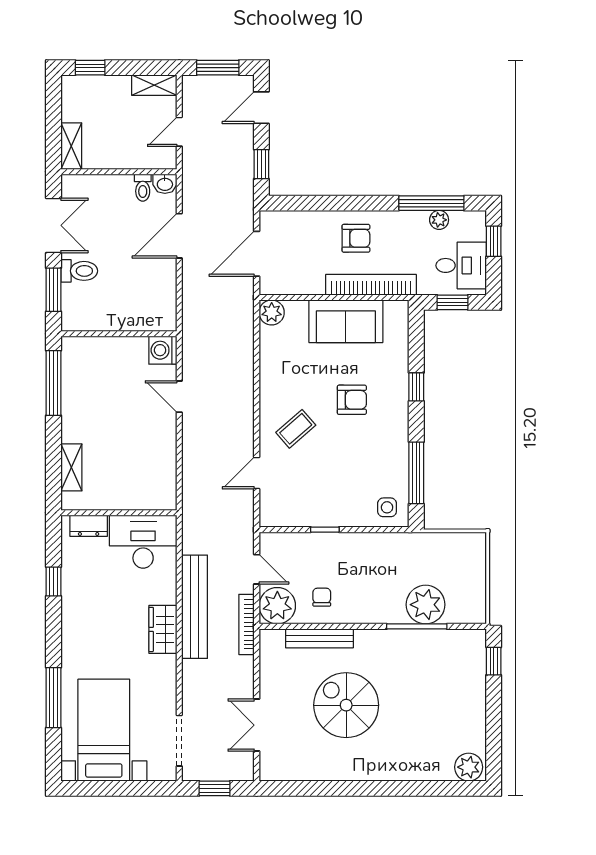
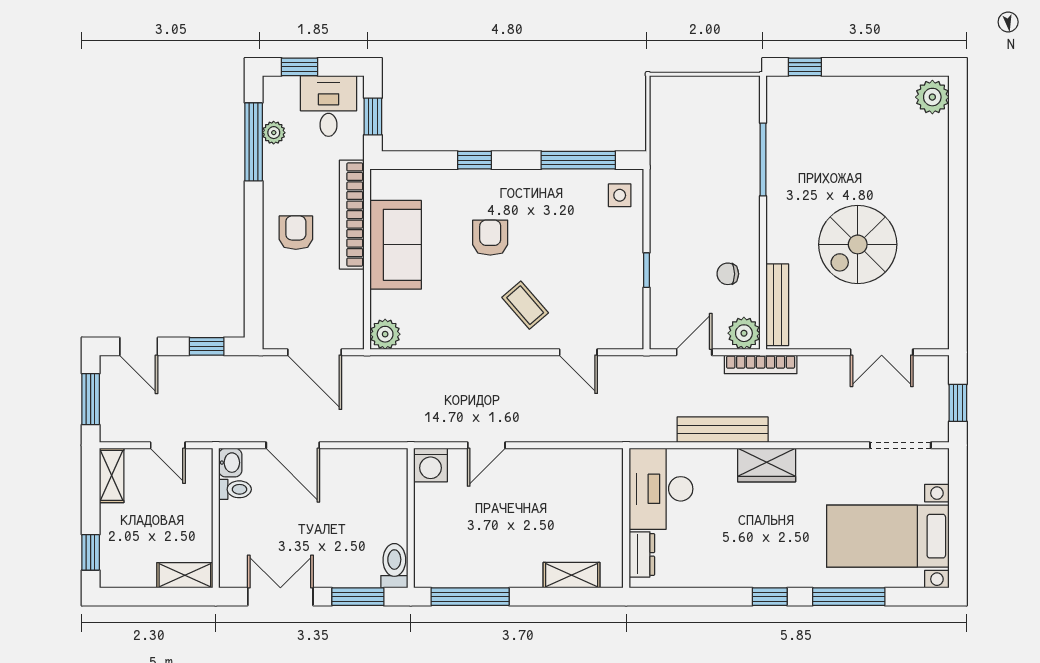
toilet: (79, 271) -> (394, 566), moved
window: (53, 582) -> (770, 597), moved
plant: (426, 605) -> (737, 149), removed
plant: (277, 606) -> (744, 333), width x0.73, depth x0.73
bench: (195, 607) -> (723, 430), width x0.73, depth x0.82
bench: (319, 638) -> (777, 305), moved

